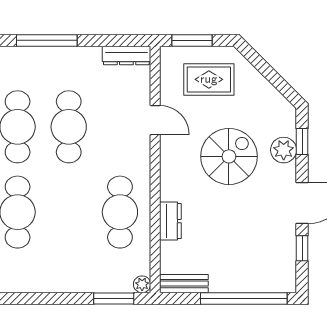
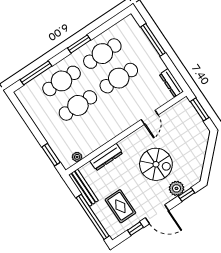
rug: (209, 79) -> (120, 206), moved
cafe table: (120, 212) -> (78, 105), moved
dresser: (170, 221) -> (106, 157), width x1.44
plant: (142, 284) -> (77, 157), moved
bench: (184, 284) -> (83, 188), width x1.36

